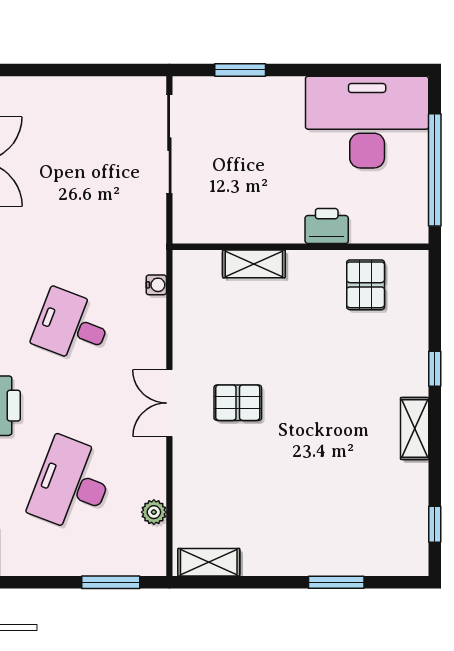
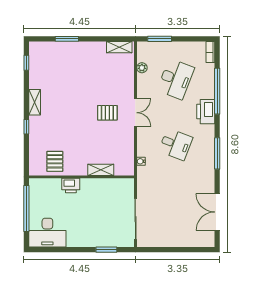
desk: (367, 122) -> (47, 233), width x0.73, depth x0.77

